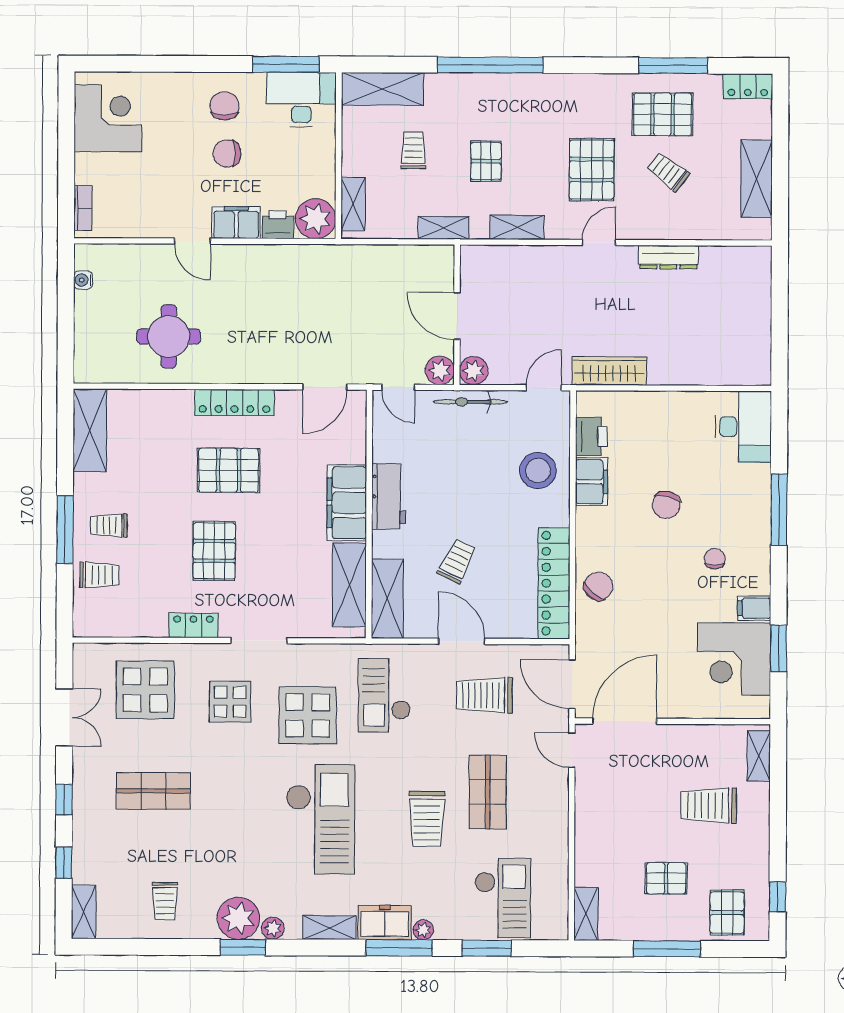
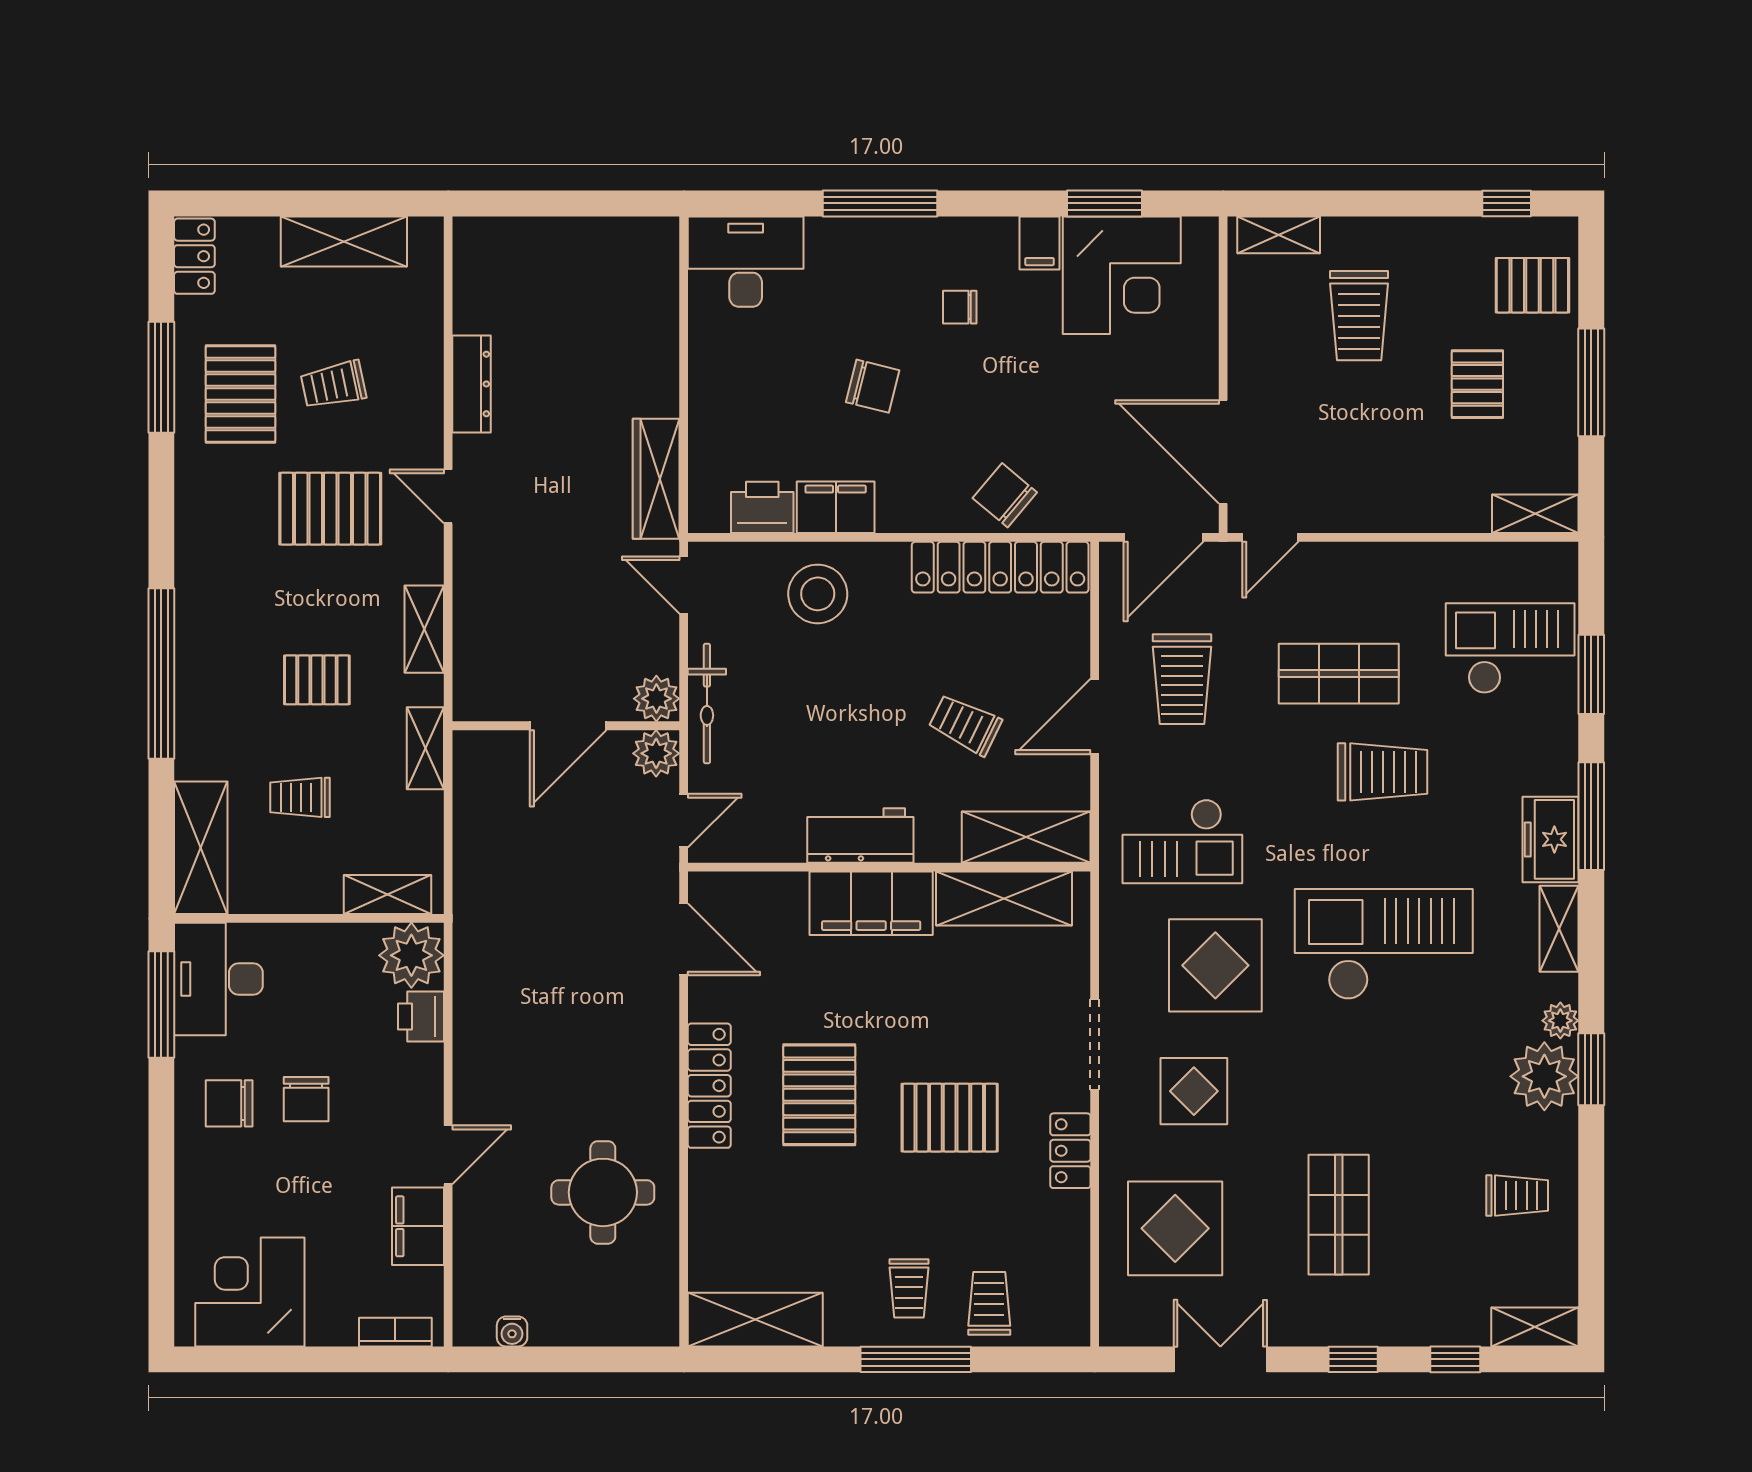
trolley: (668, 172) -> (333, 385), turned 41
filing cabinet: (236, 223) -> (418, 1226), moved
plant: (423, 930) -> (1562, 777), removed

